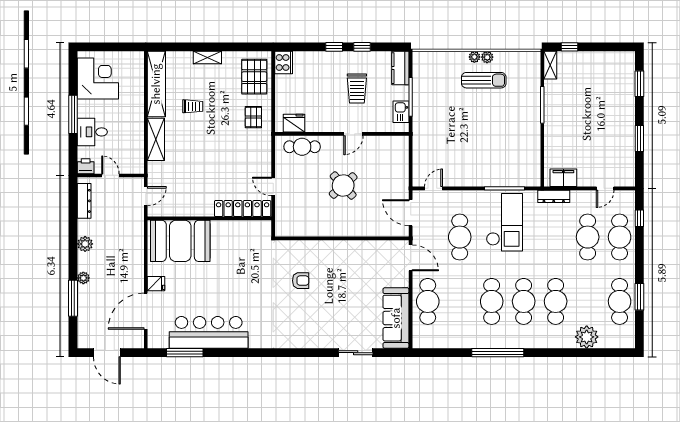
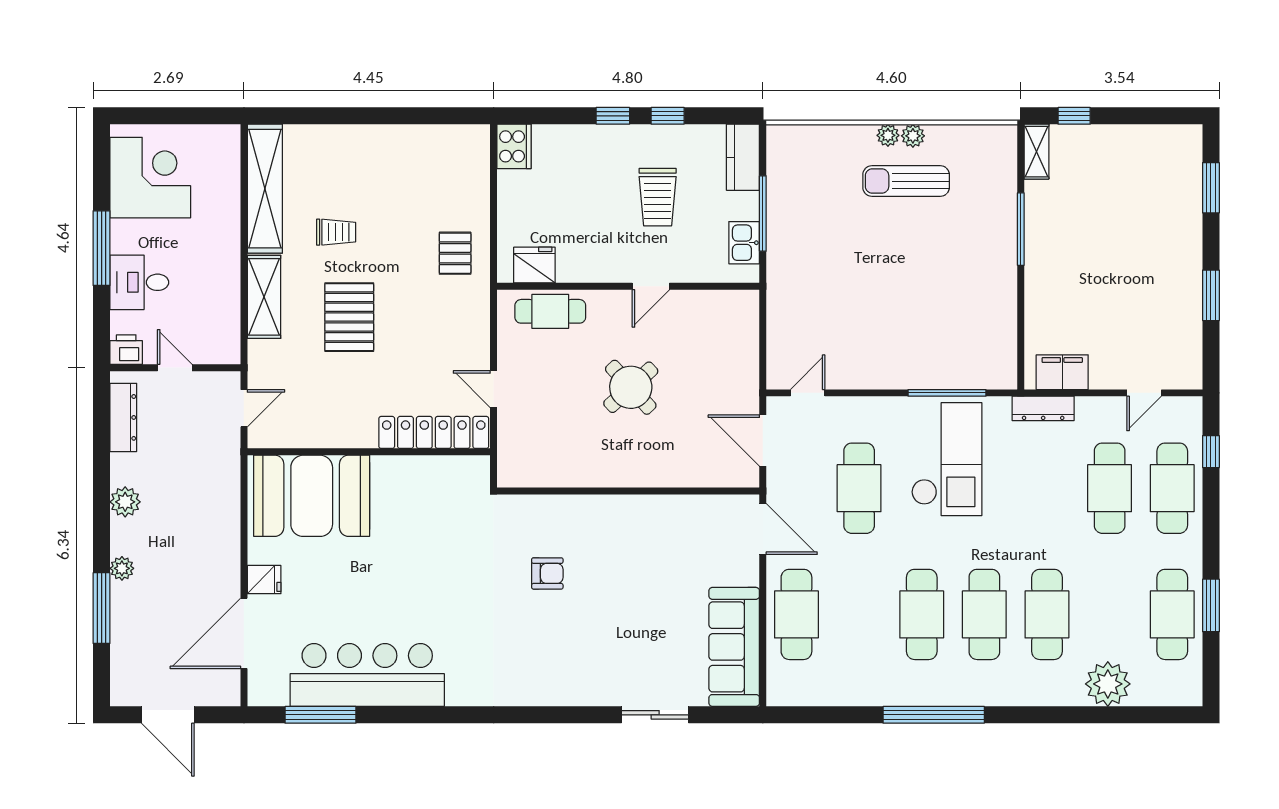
shelving: (207, 58) -> (365, 137), removed
pallet: (254, 77) -> (349, 317), moved
sun lounger: (484, 80) -> (906, 181), turned 180

